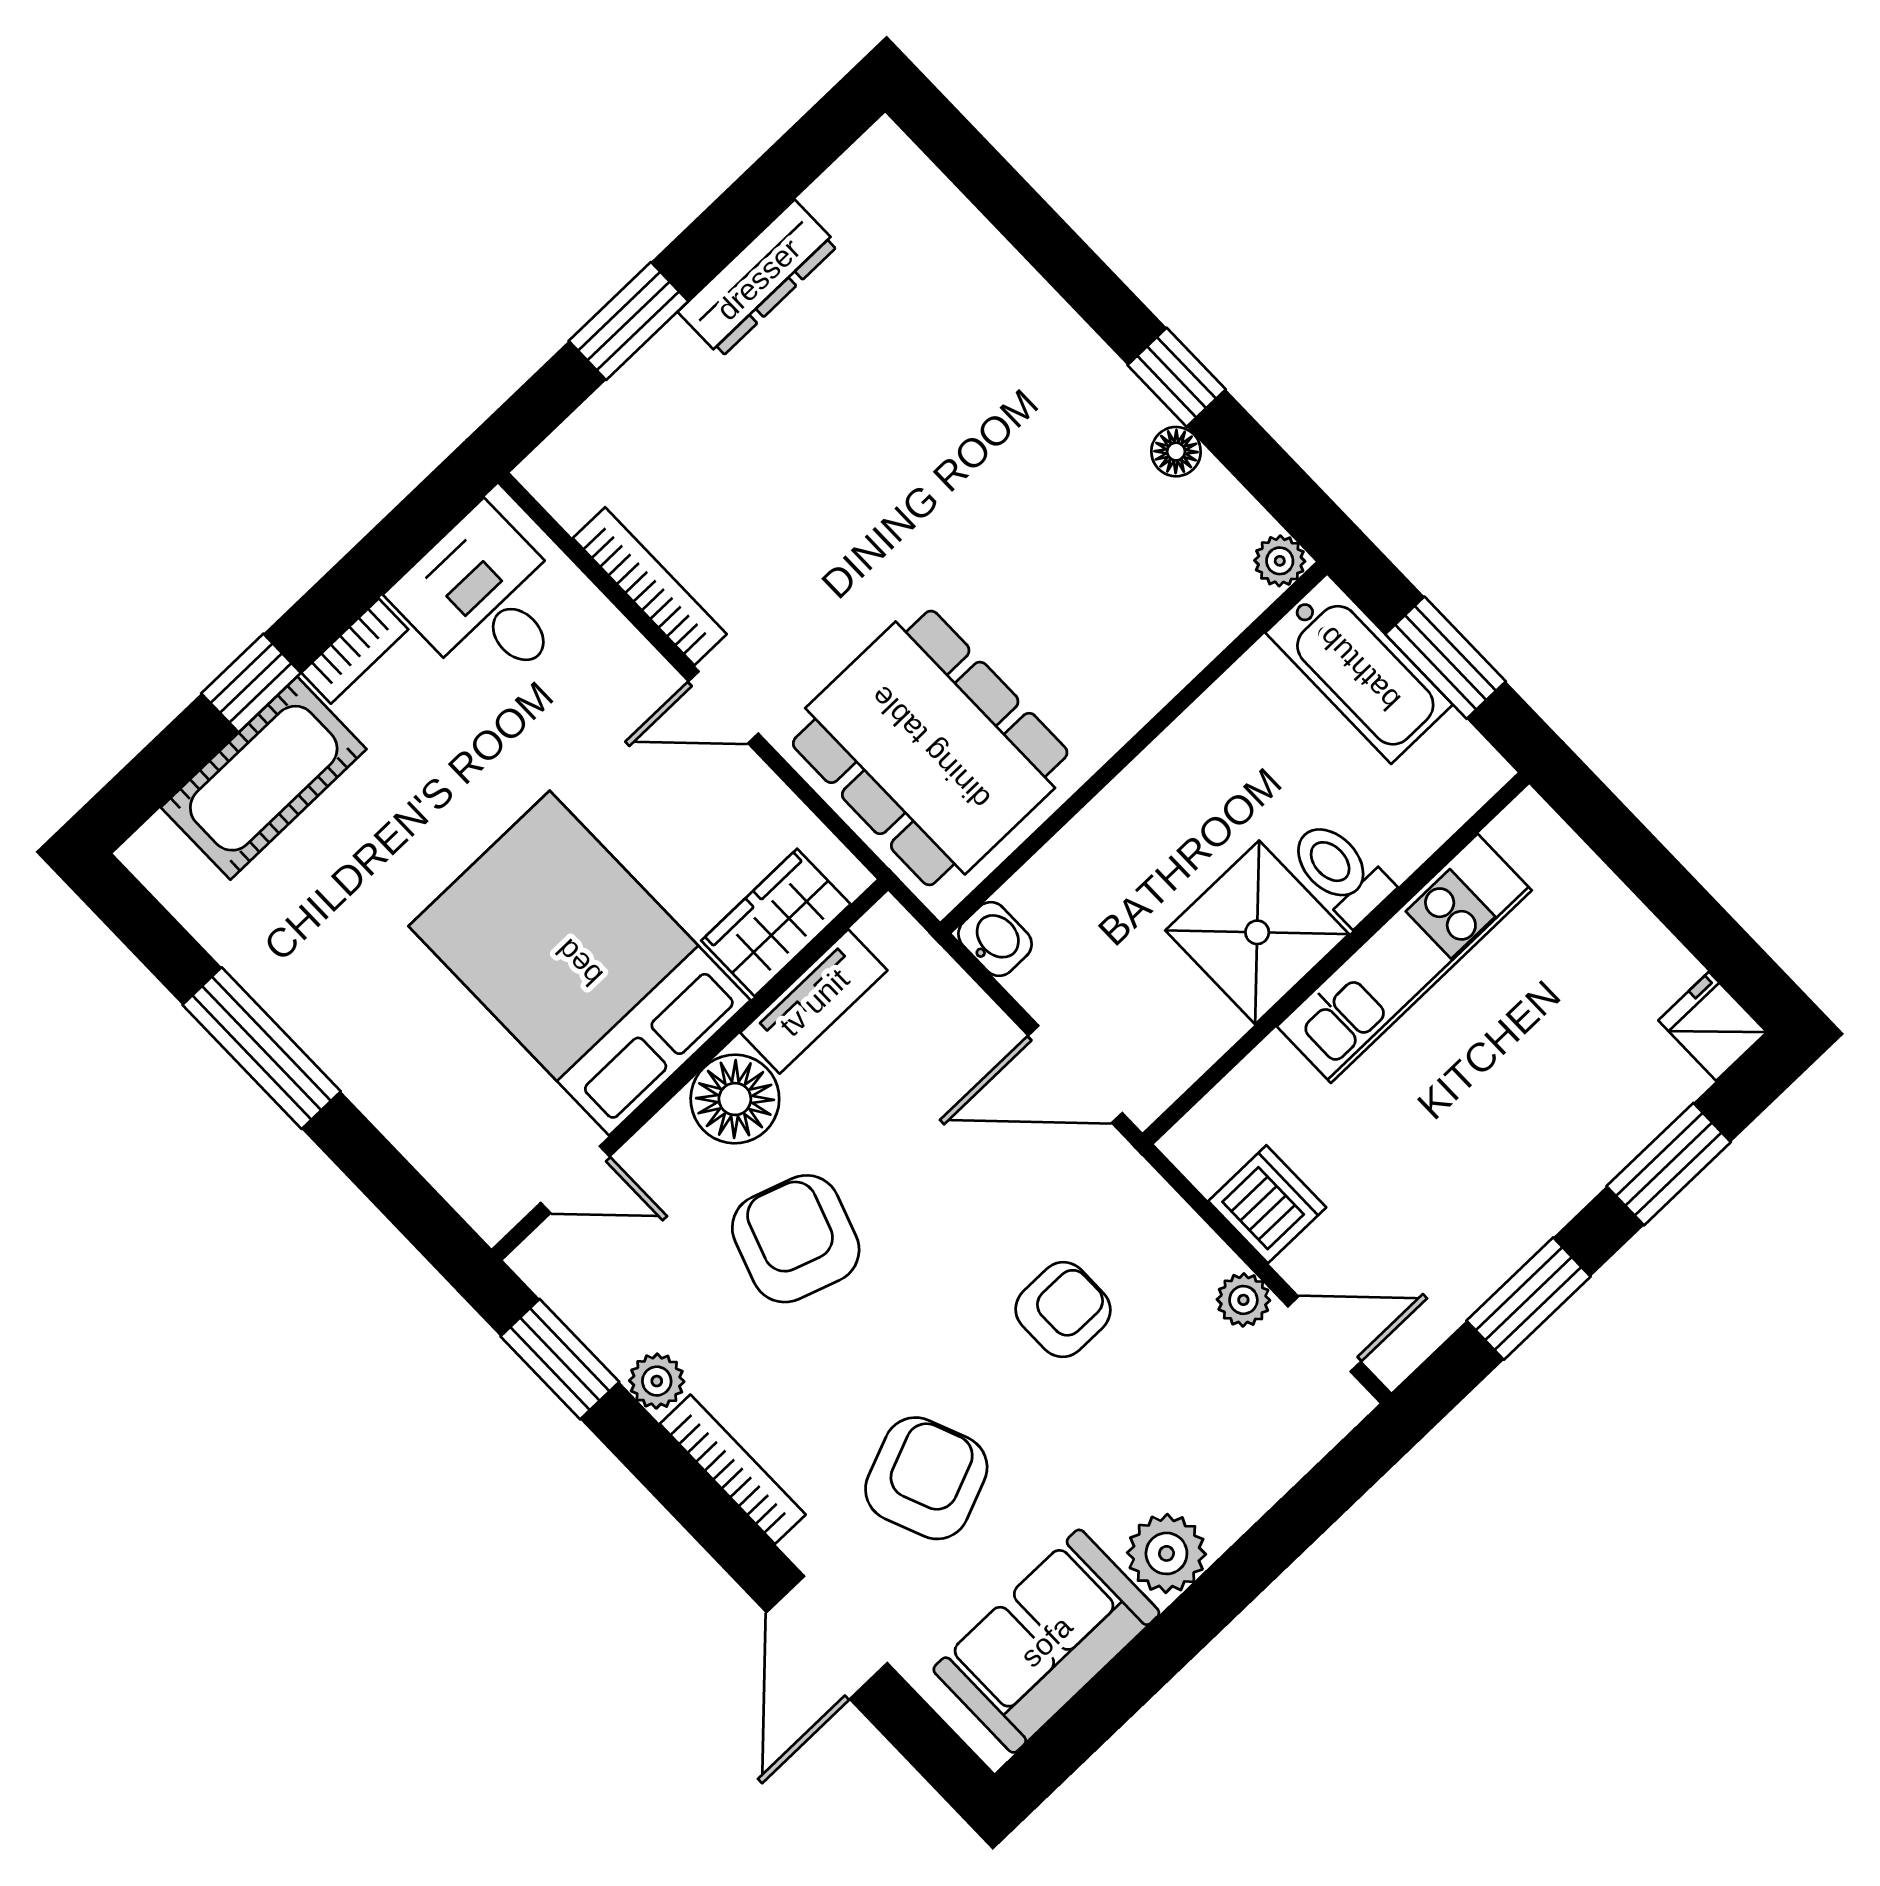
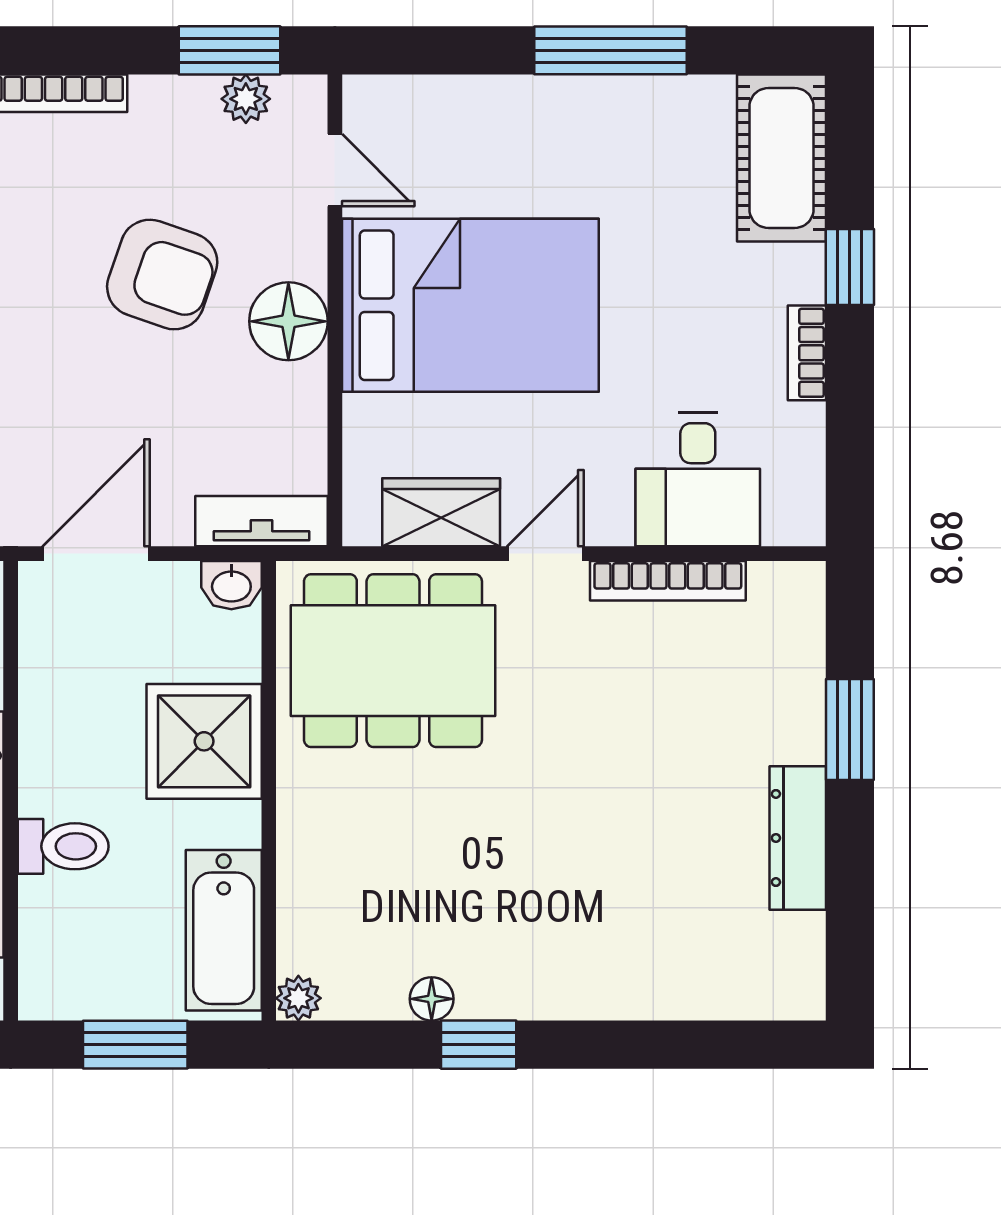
desk: (486, 601) -> (698, 479), moved, turned 90
bathtub: (1359, 669) -> (224, 930), moved, turned -90
cot: (264, 778) -> (781, 158), moved
wardrobe: (776, 922) -> (441, 512), moved, turned -90
shower: (1257, 932) -> (204, 741), moved
tv unit: (814, 1002) -> (262, 521), moved, turned 90
door: (575, 1180) -> (335, 170), swing flipped
plant: (657, 1381) -> (246, 99), moved

